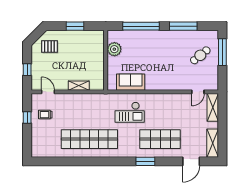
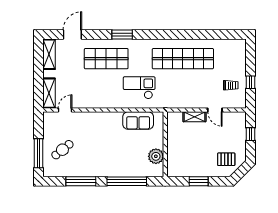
door: (48, 92) -> (215, 110), moved

